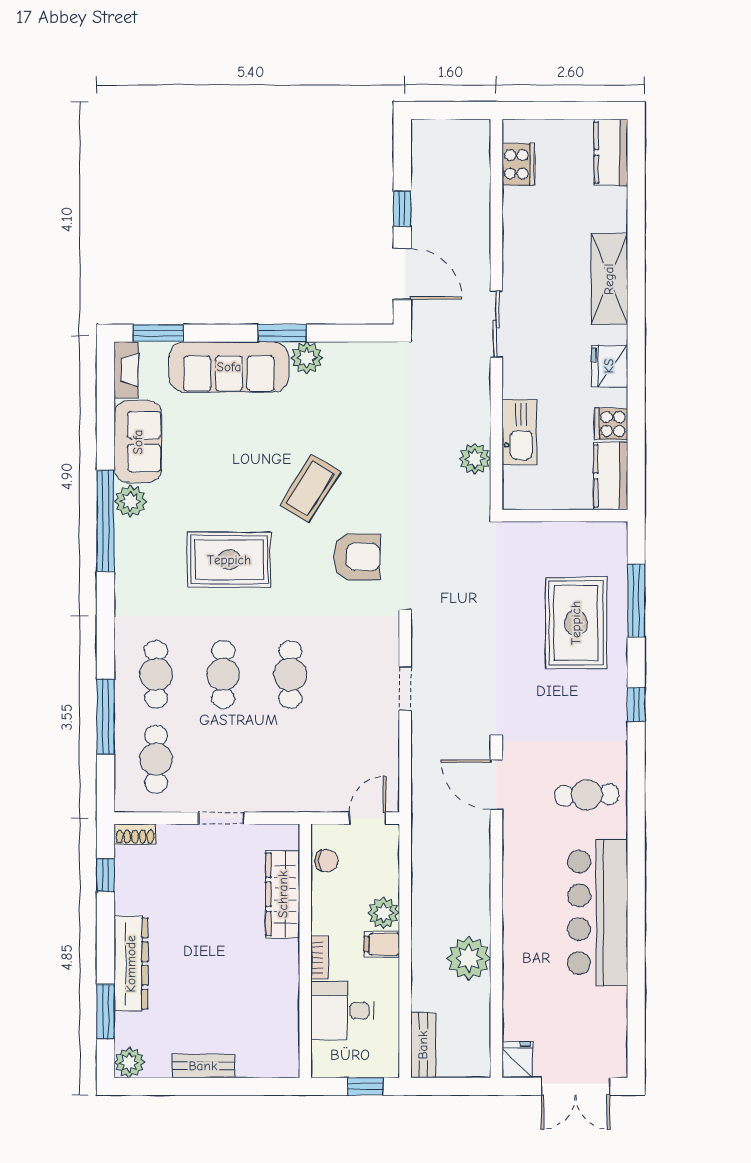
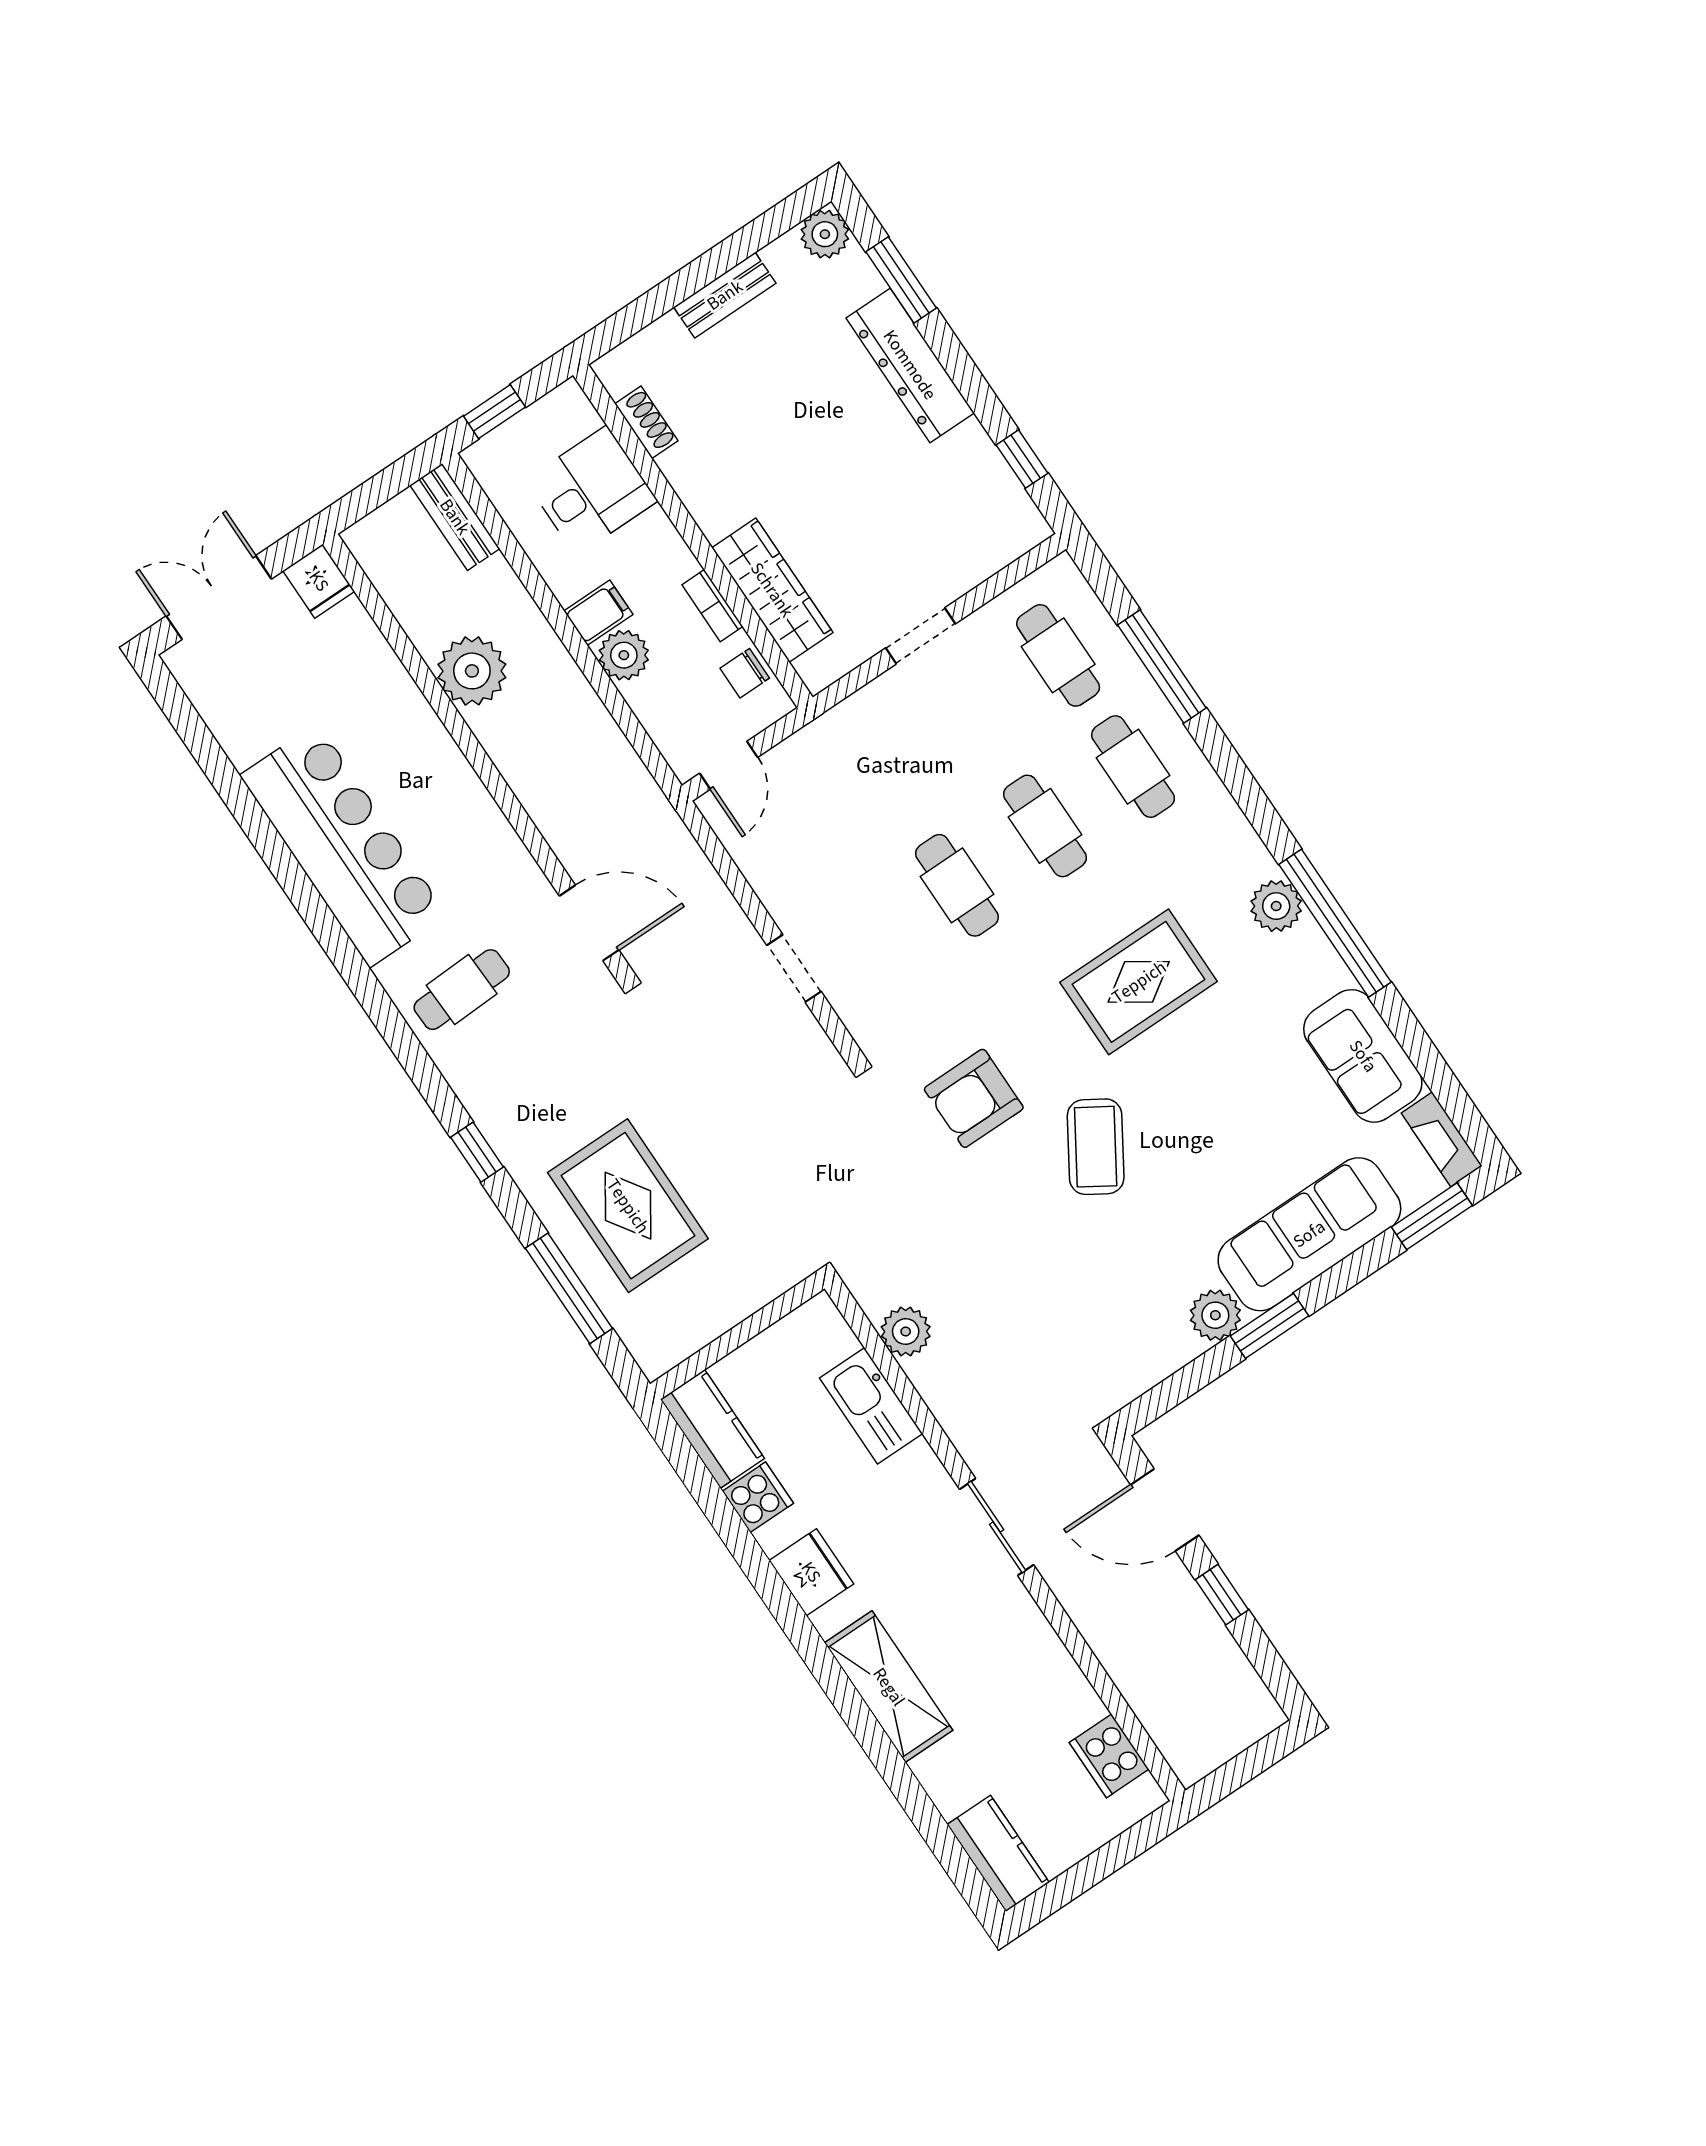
plant: (130, 501) -> (1276, 906), moved
shoe rack: (135, 834) -> (646, 422), moved, turned 90
bookcase: (320, 958) -> (712, 606), moved

